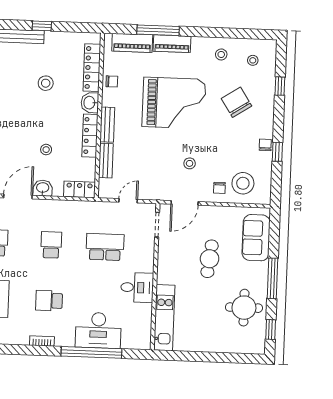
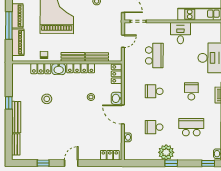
locker: (92, 68) -> (41, 69), width x0.66
door: (128, 201) -> (123, 41), swing flipped
school desk: (105, 247) -> (154, 55), turned 180
school desk: (49, 301) -> (191, 91), turned 180

